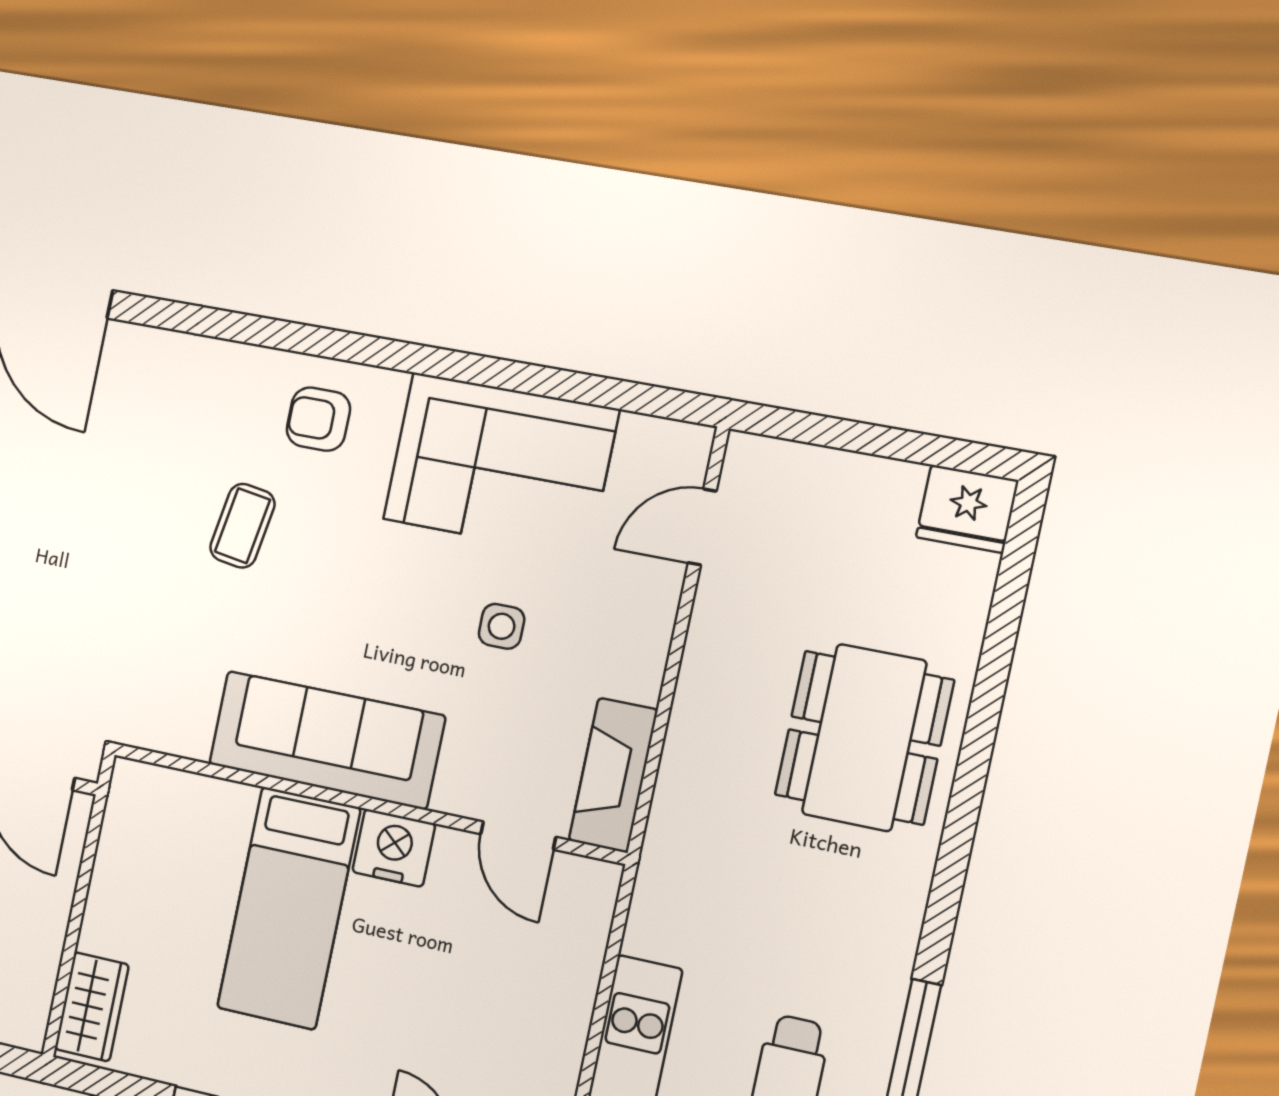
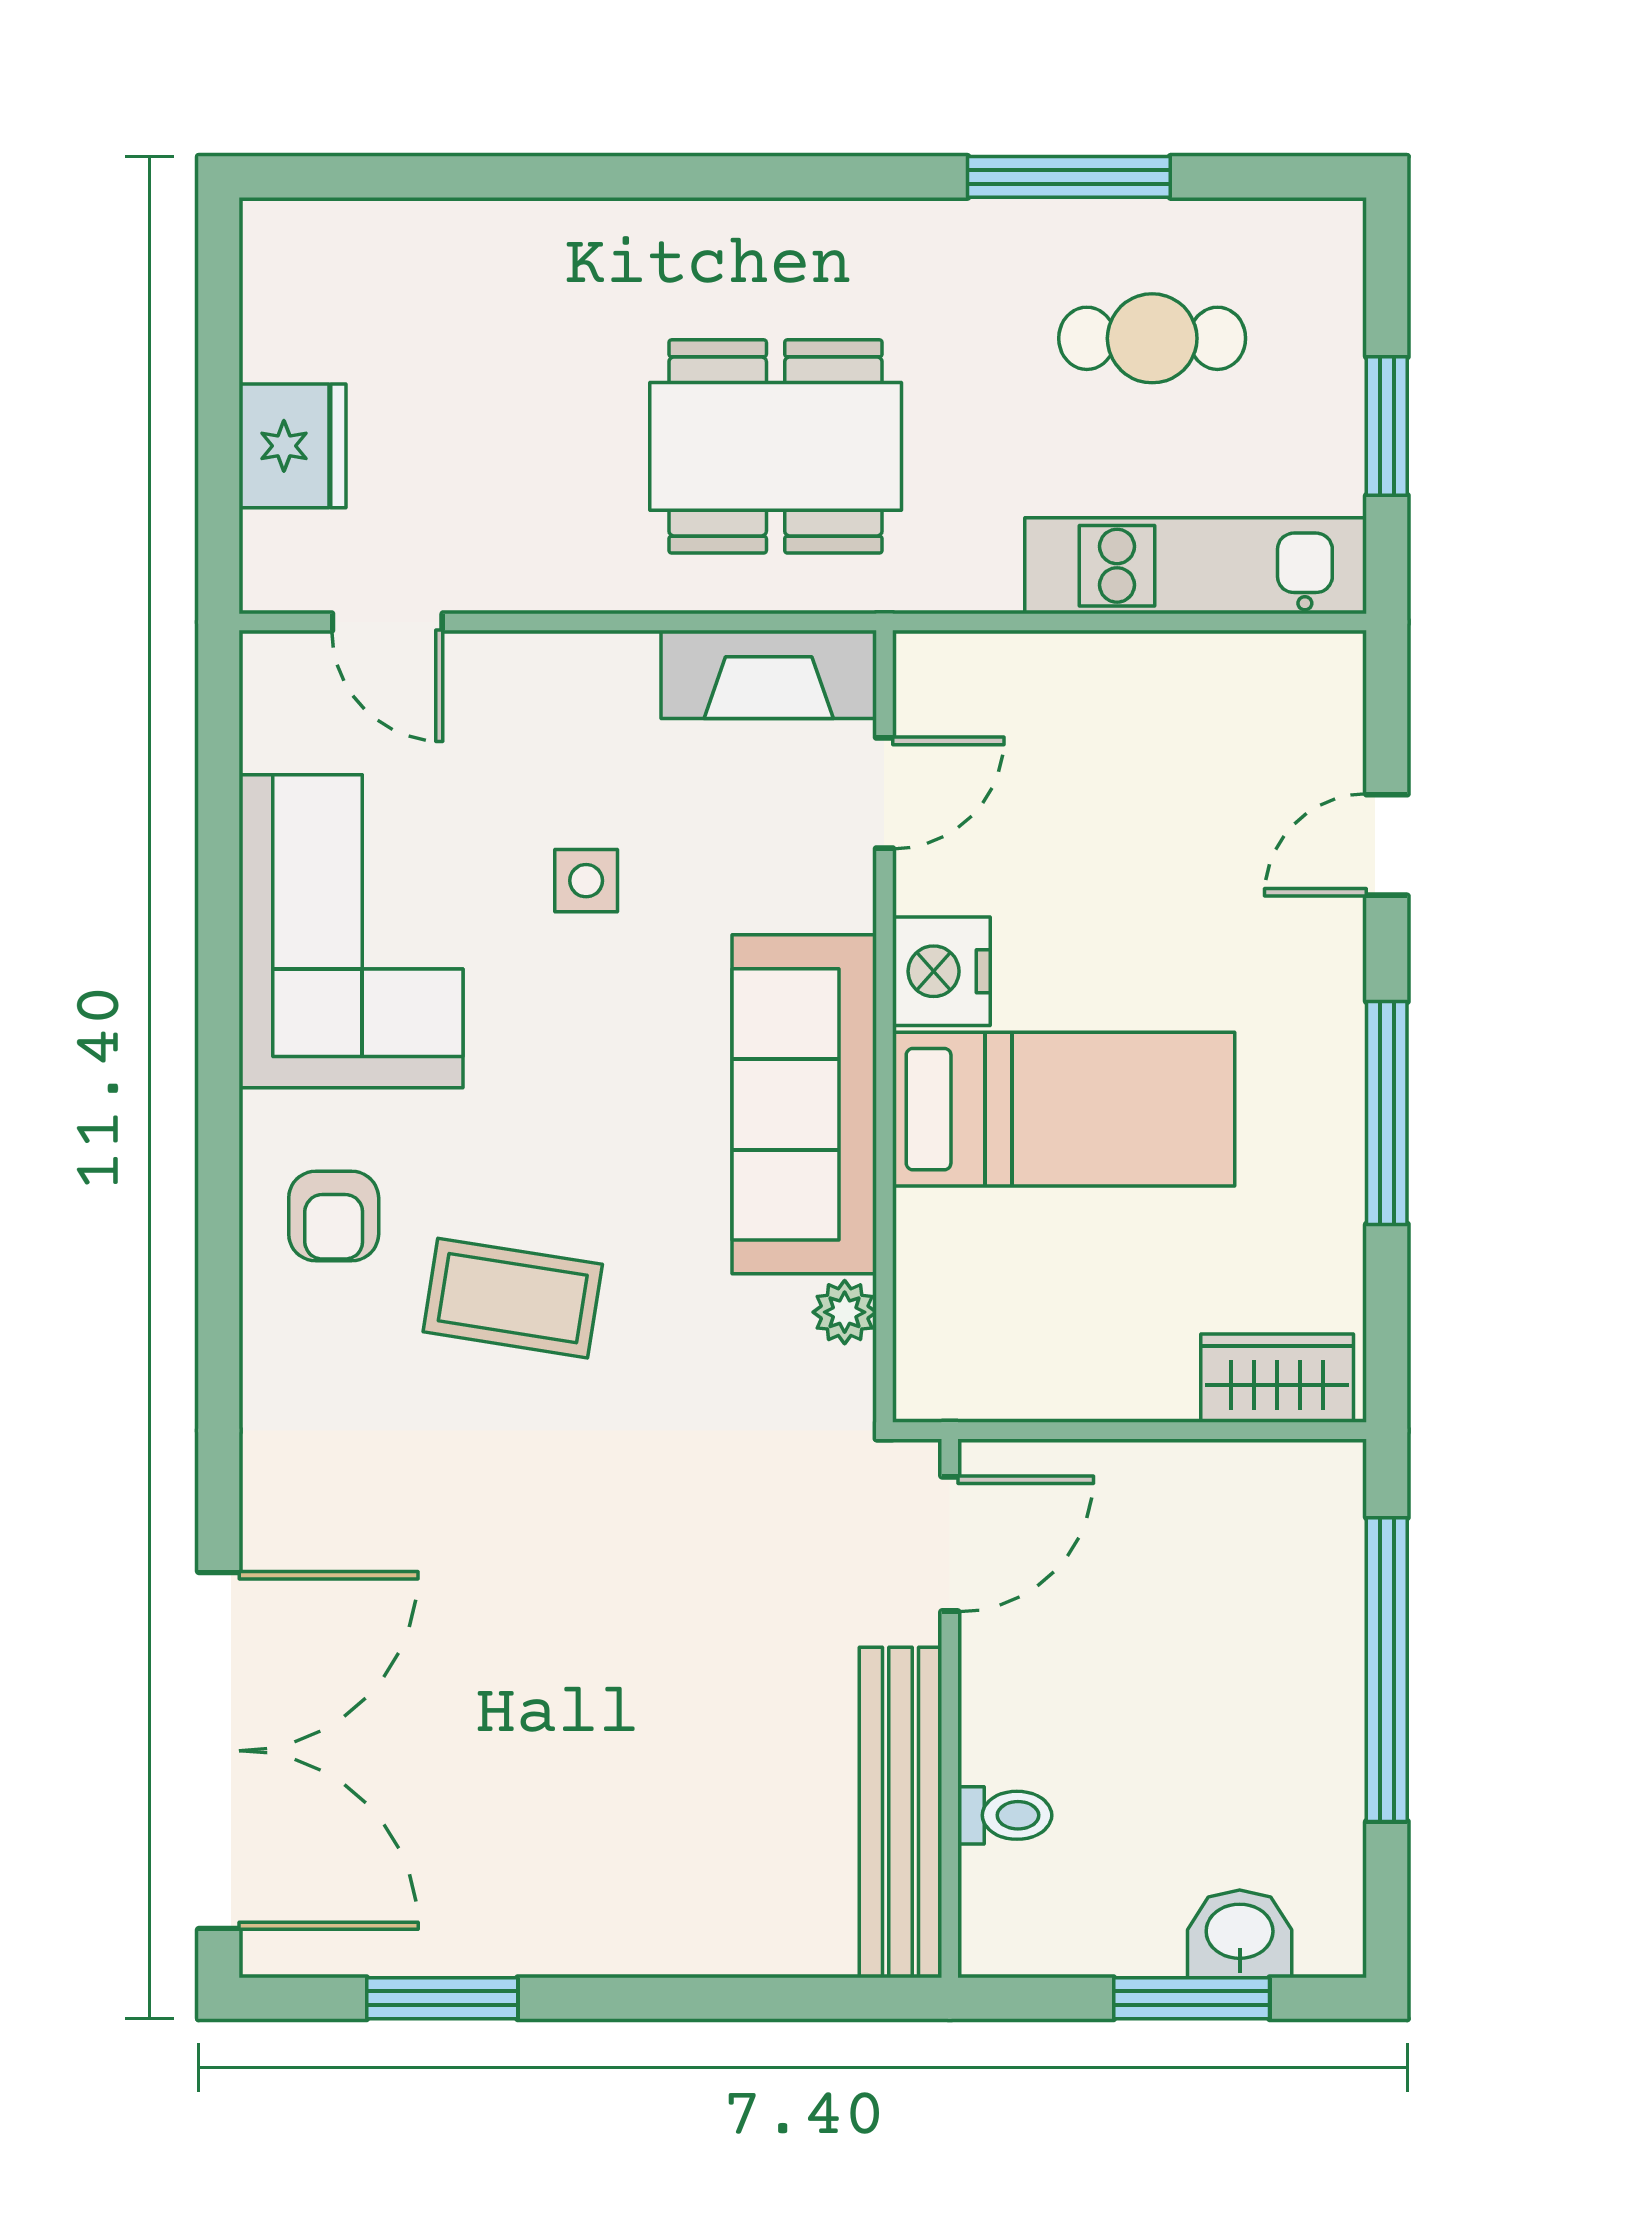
fridge: (967, 509) -> (293, 446), moved
coffee table: (242, 526) -> (513, 1298), width x1.36, depth x1.30
plant: (190, 738) -> (845, 1312), added
dining table: (864, 738) -> (776, 446), moved

